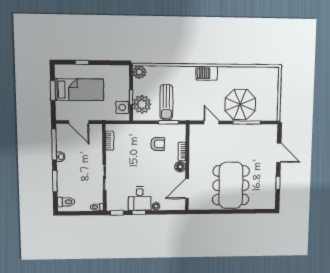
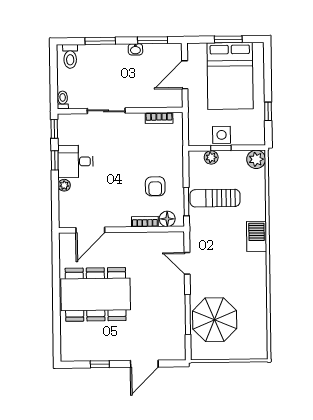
window: (82, 62) -> (268, 111), moved
barbecue: (207, 73) -> (257, 236), moved
bed: (79, 90) -> (230, 76), width x1.50
plant: (142, 104) -> (211, 157), width x0.53, depth x0.53
parasol: (240, 105) -> (215, 320), moved
side table: (122, 107) -> (222, 135), moved
door: (212, 122) -> (187, 263), swing flipped
window: (54, 145) -> (153, 40), width x0.69
floor lamp: (180, 167) -> (167, 219), moved
door: (187, 189) -> (90, 230), swing flipped

